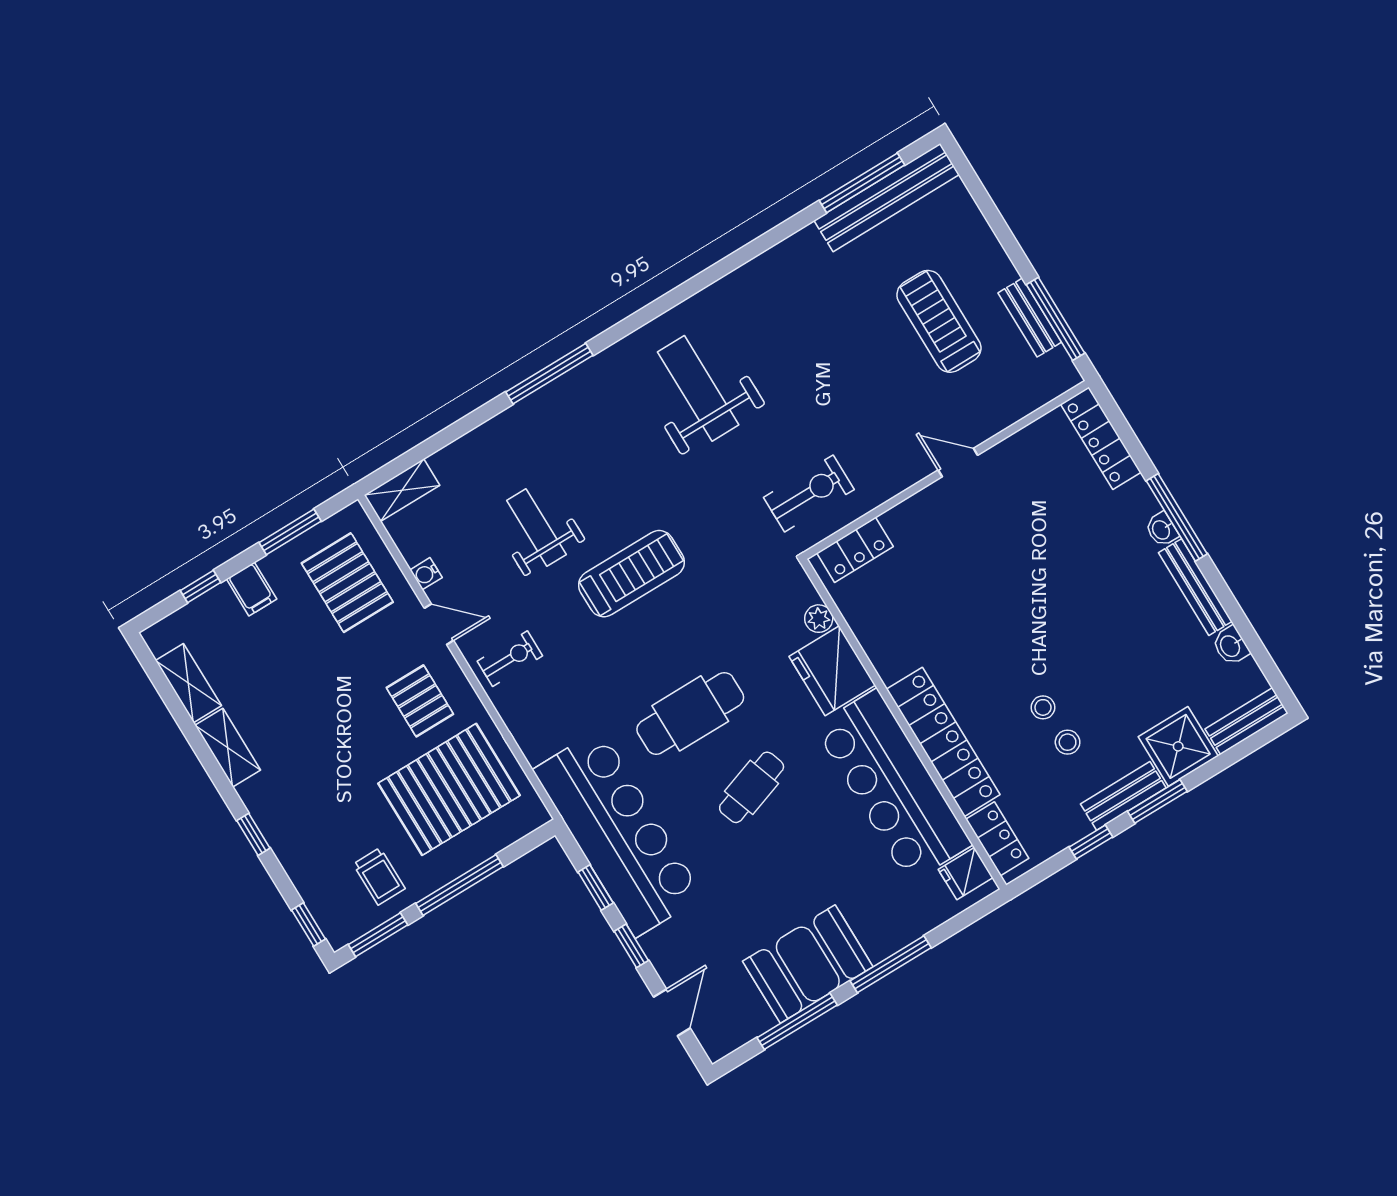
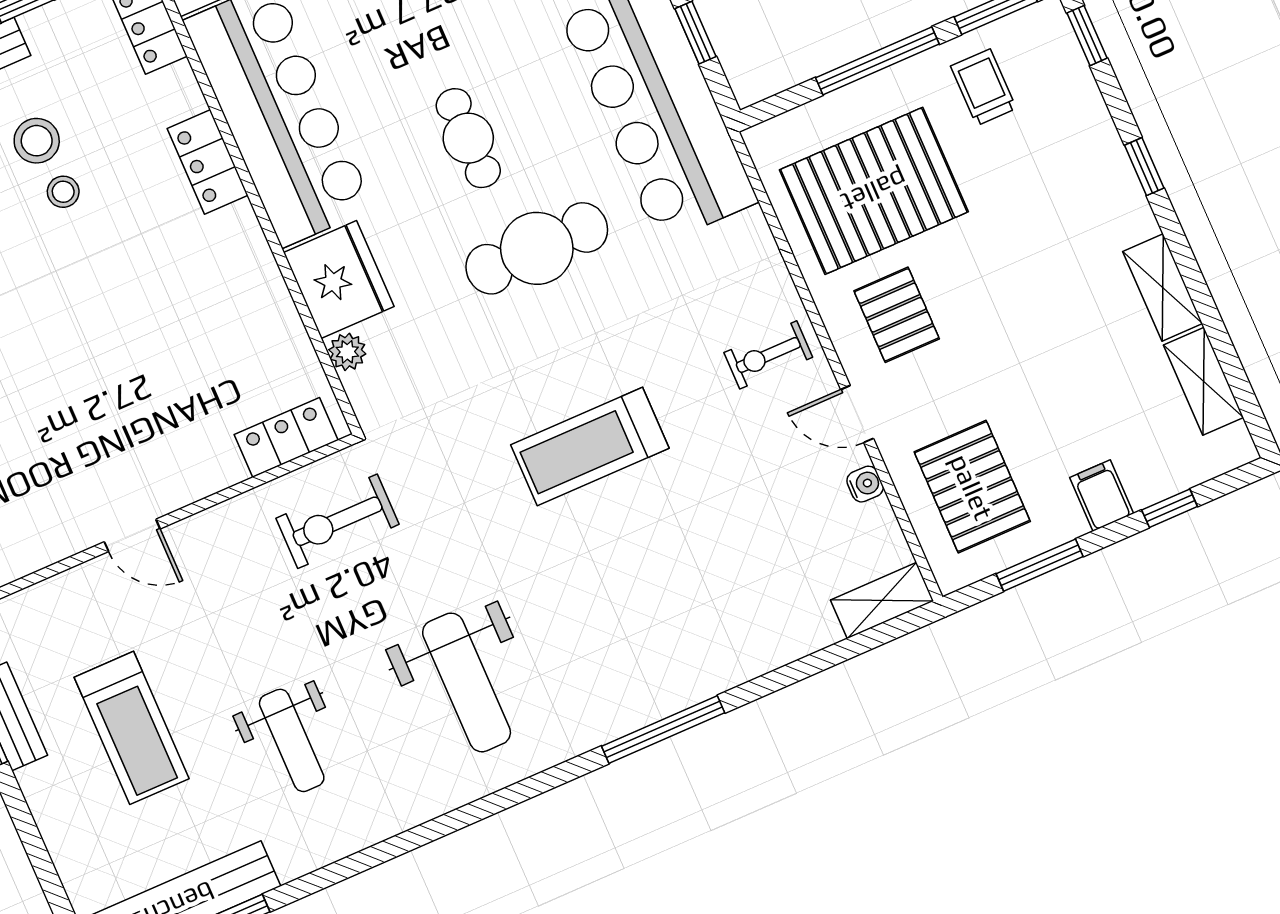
weight bench: (536, 527) -> (292, 740), moved
locker: (943, 742) -> (208, 162), width x0.46, depth x0.83
stool: (1068, 742) -> (37, 141), width x1.37, depth x1.37
cafe table: (752, 787) -> (468, 138), turned -71

